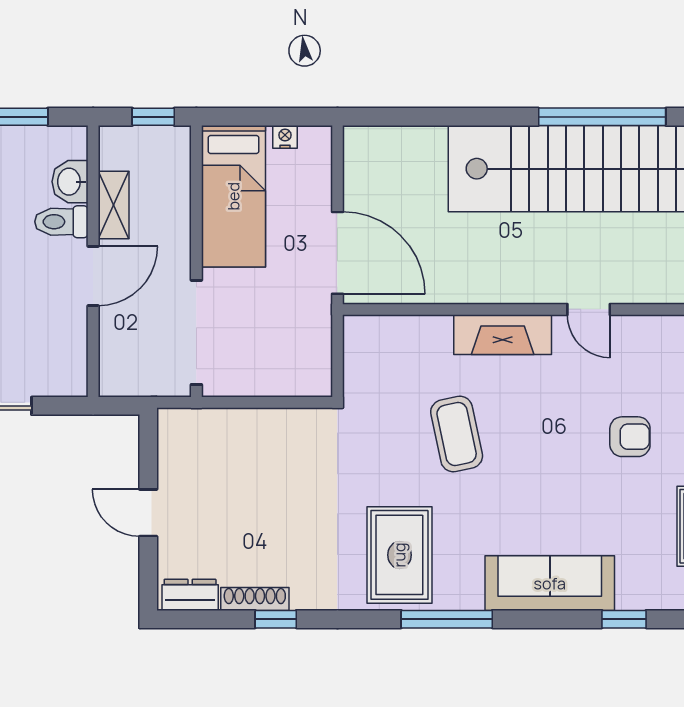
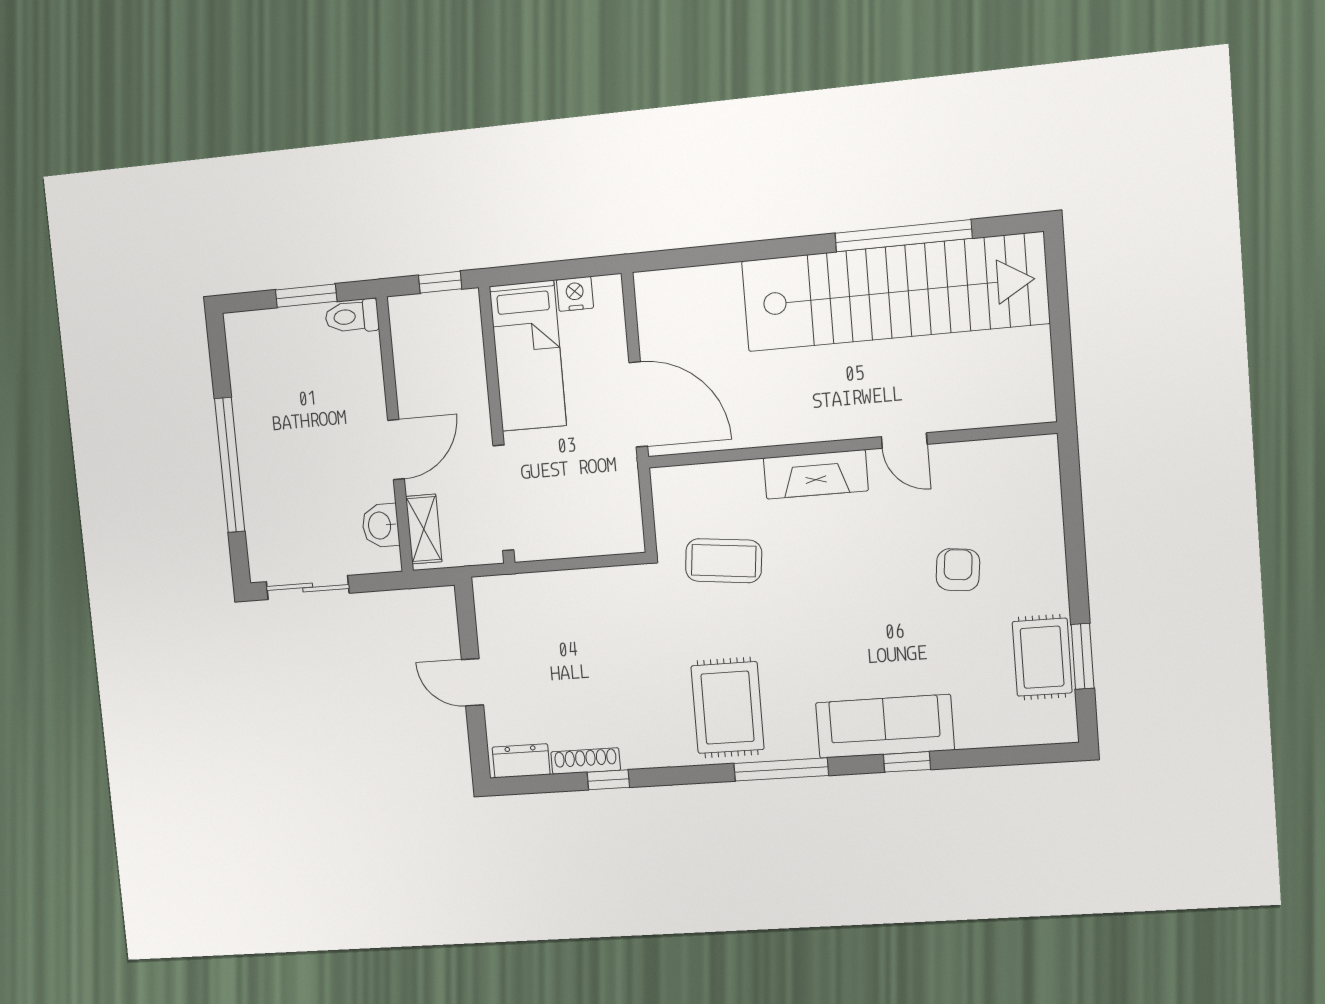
nightstand: (285, 137) -> (575, 294), width x1.39, depth x1.35
washbasin: (70, 182) -> (381, 525), moved
shelving: (114, 205) -> (424, 529), moved
toilet: (61, 222) -> (352, 316), moved
coffee table: (457, 434) -> (724, 561), moved, turned -72
armchair: (630, 437) -> (958, 570), turned -84
window: (624, 619) -> (907, 762), moved

